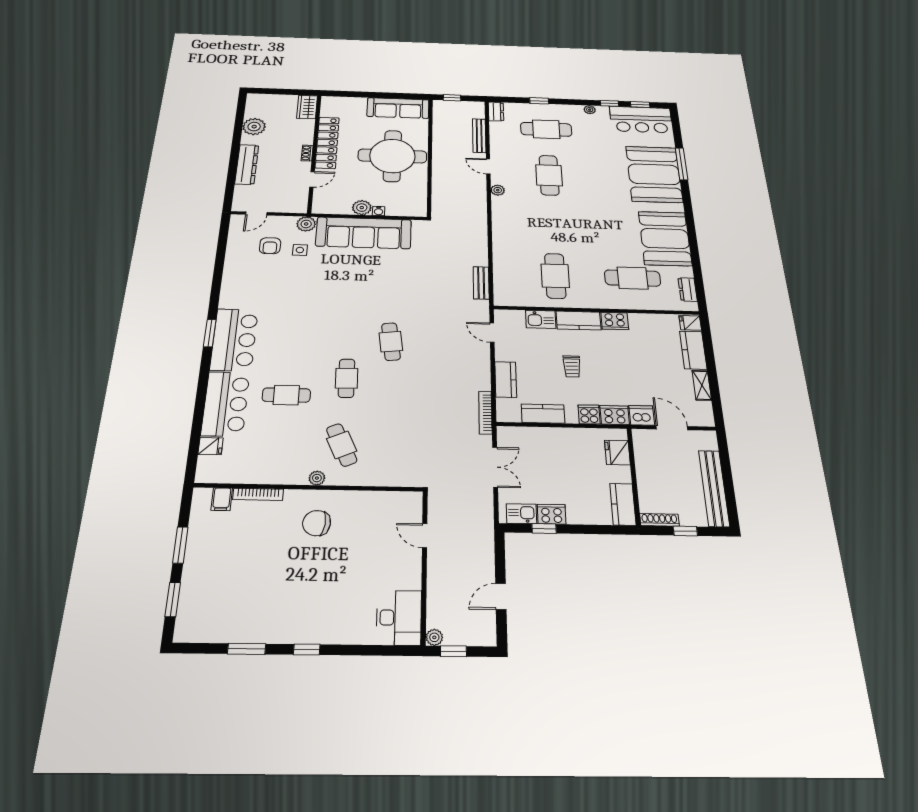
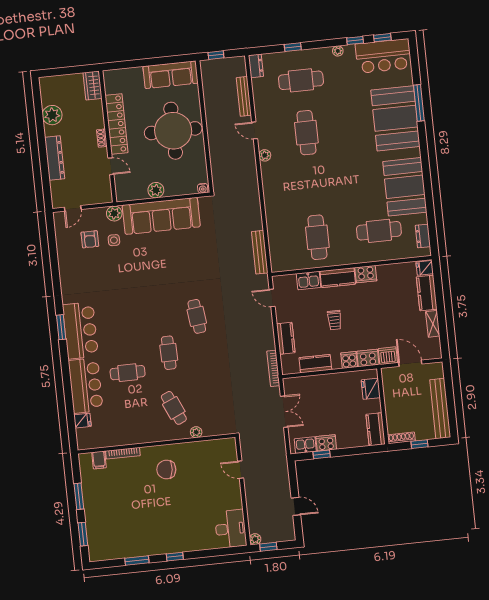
door: (312, 179) -> (111, 166), hinge flipped
water cooler: (379, 211) -> (203, 188), moved
bench: (481, 283) -> (260, 252), width x1.36
plant: (317, 478) -> (196, 432), moved
door: (501, 596) -> (296, 506), swing flipped

